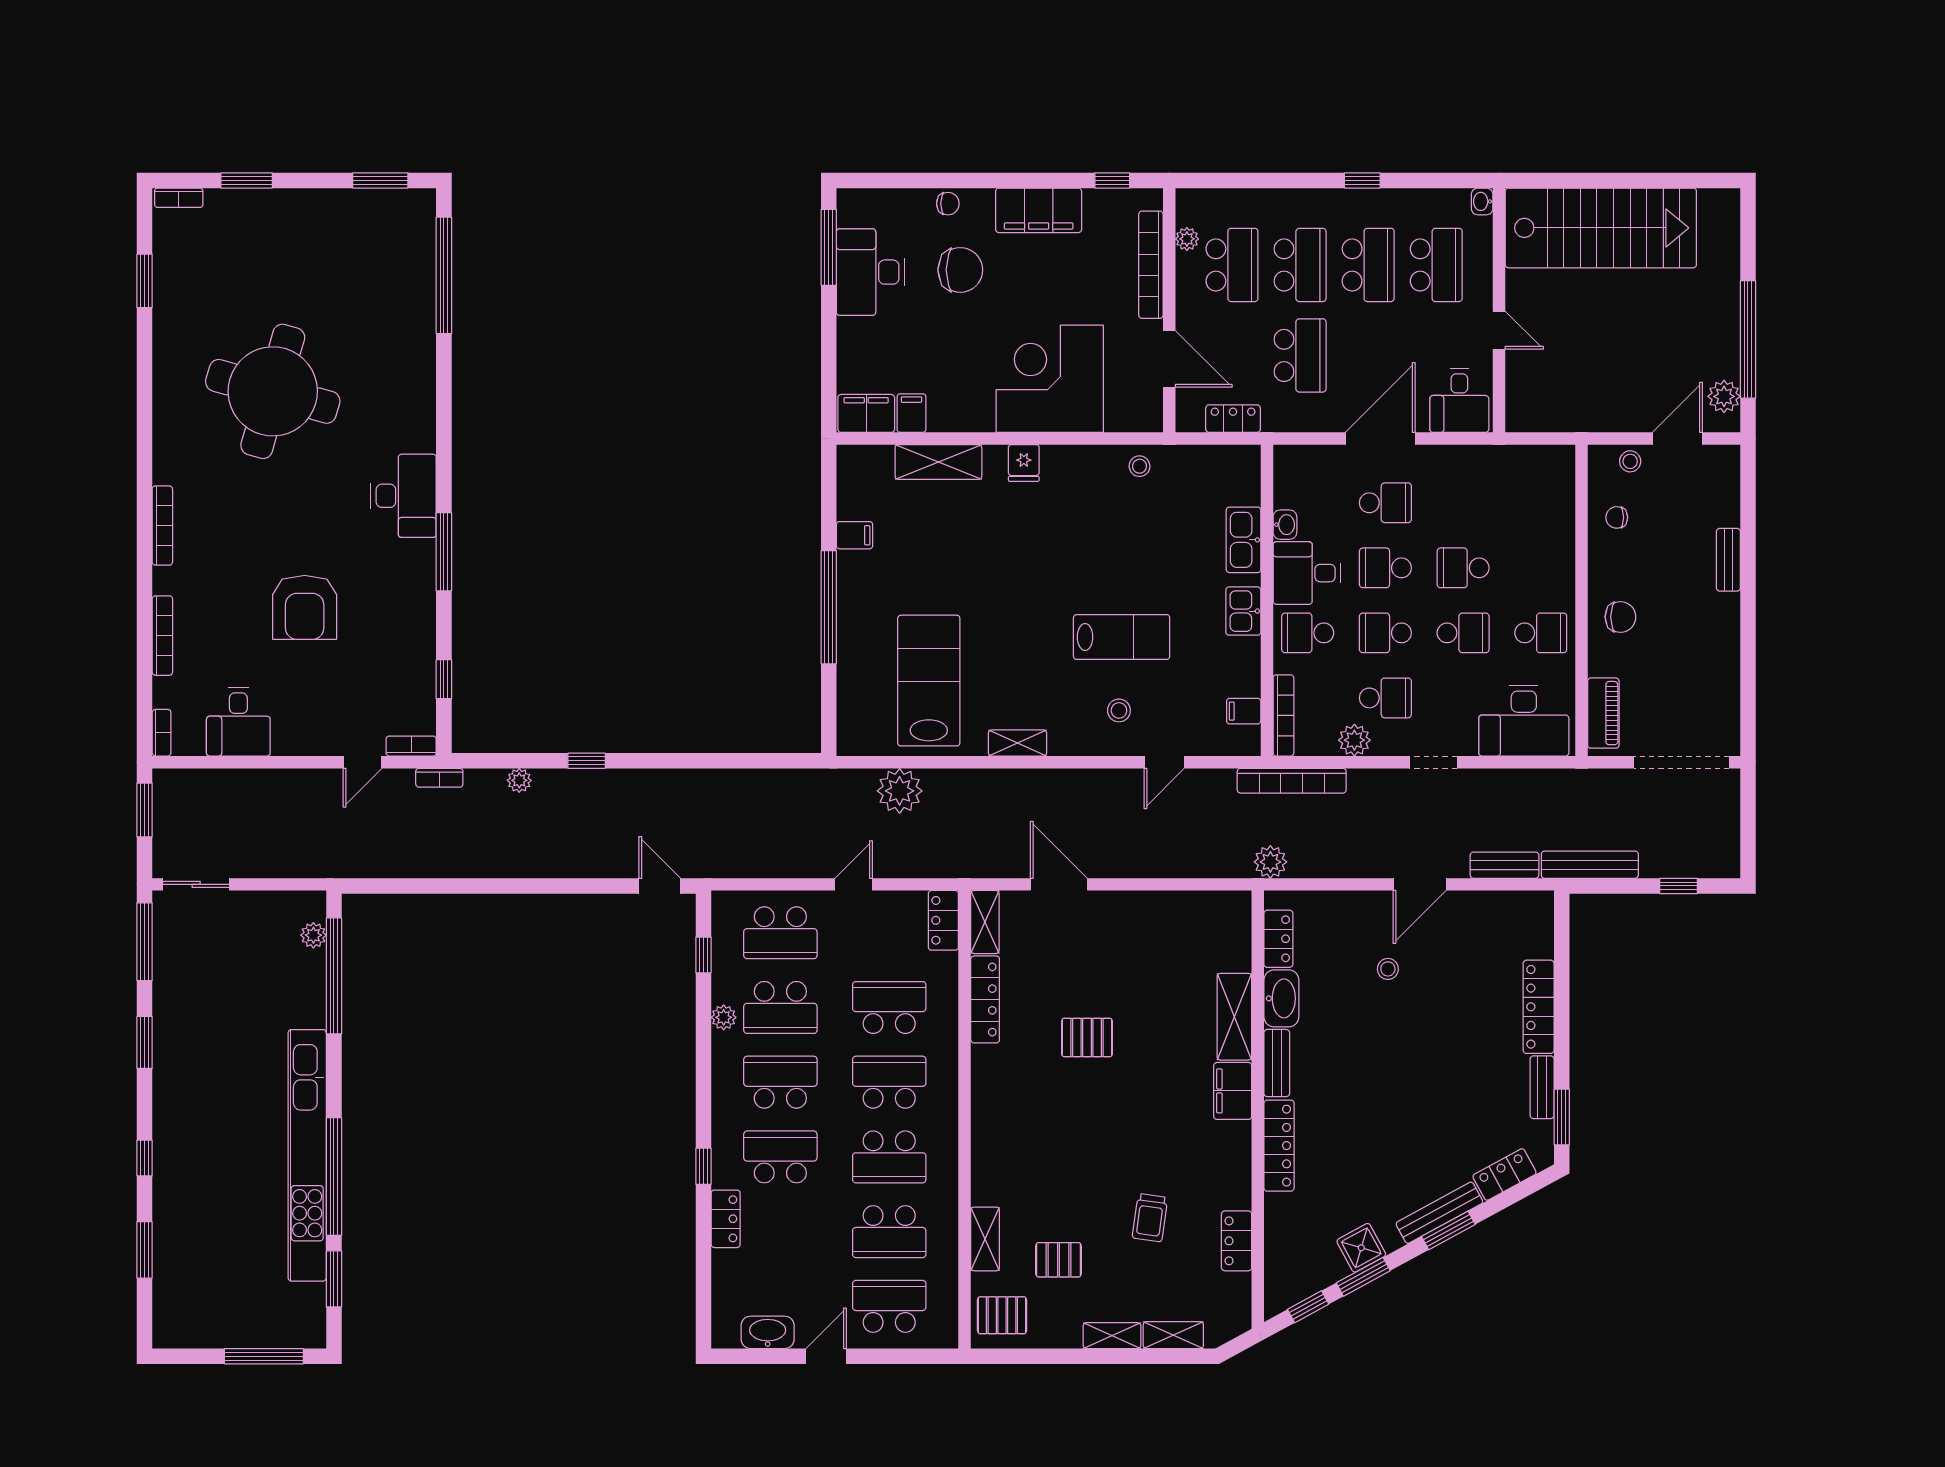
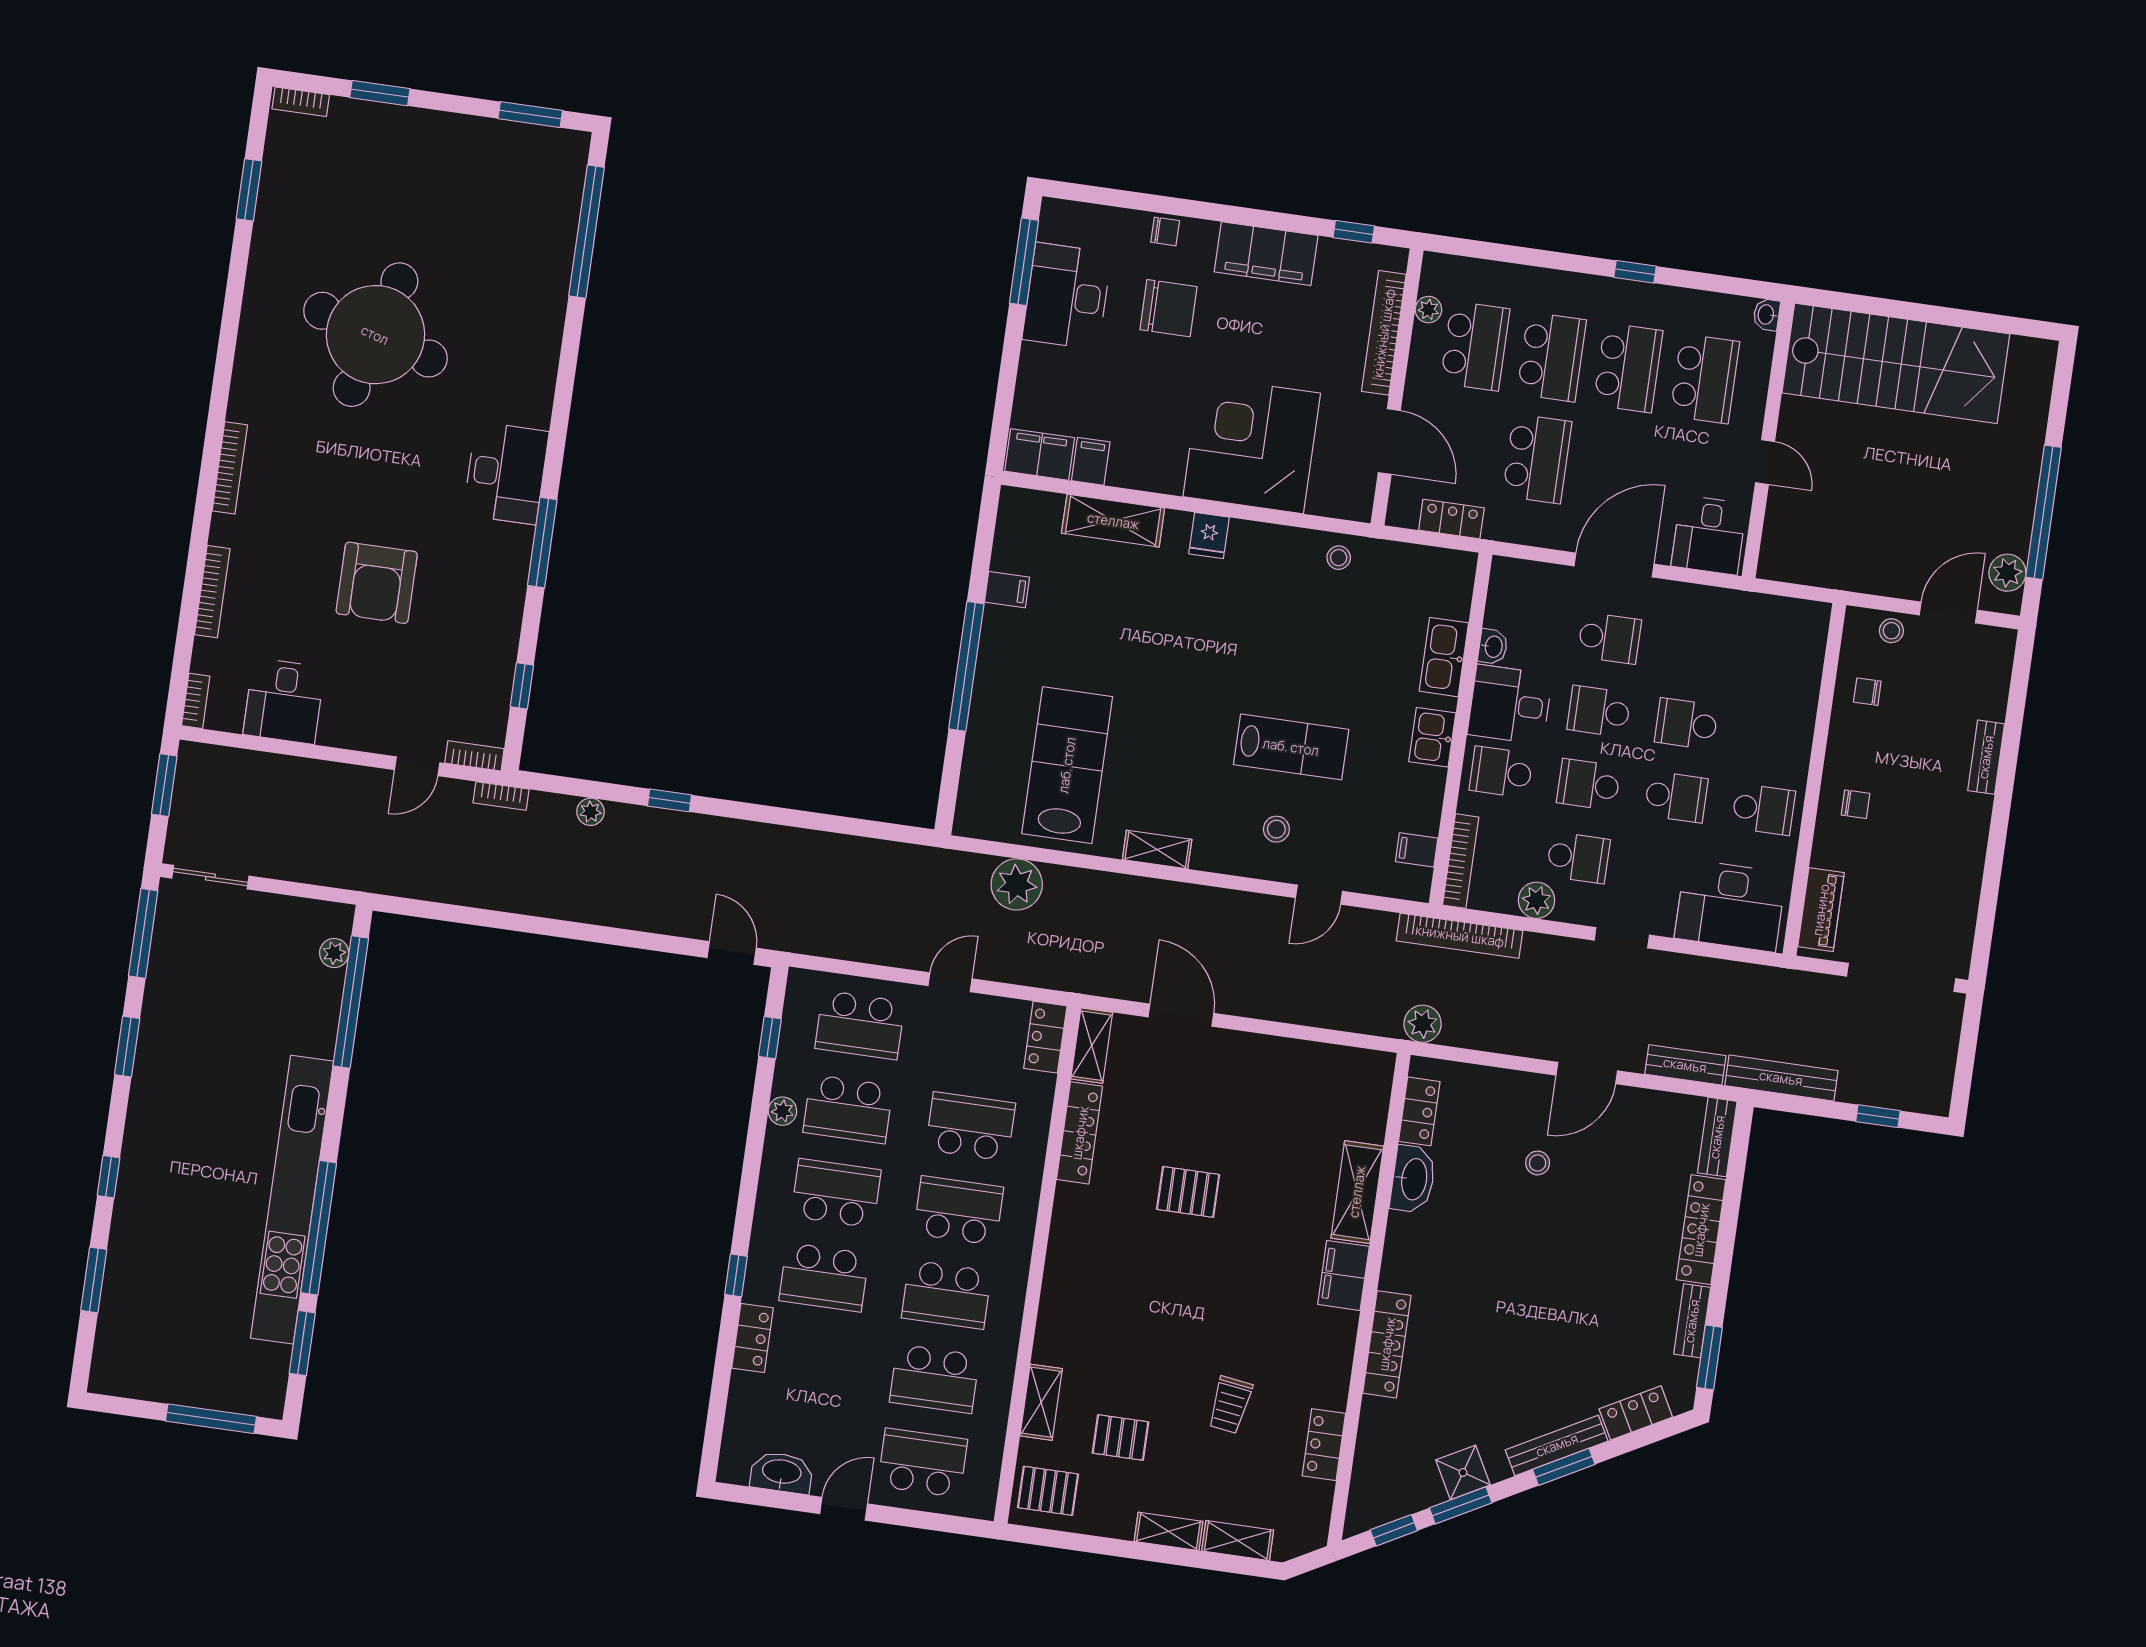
chair: (1620, 617) -> (1856, 804), width x0.73, depth x0.73
bench: (1277, 1063) -> (1717, 1137), moved
school desk: (780, 1157) -> (824, 1277), turned 180

